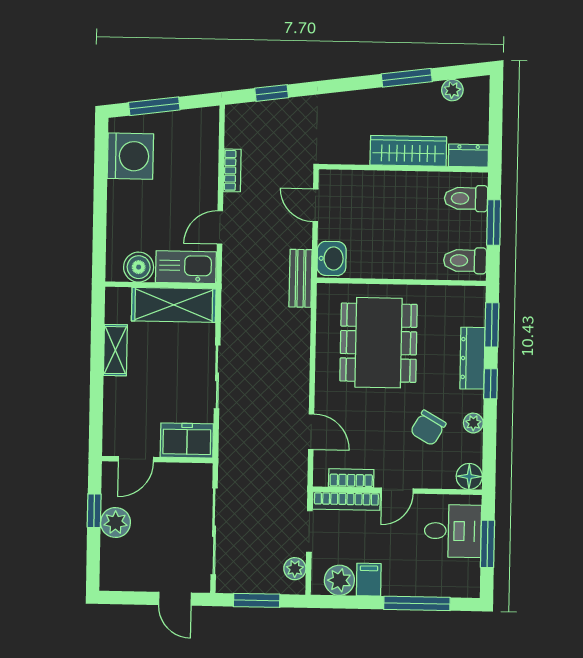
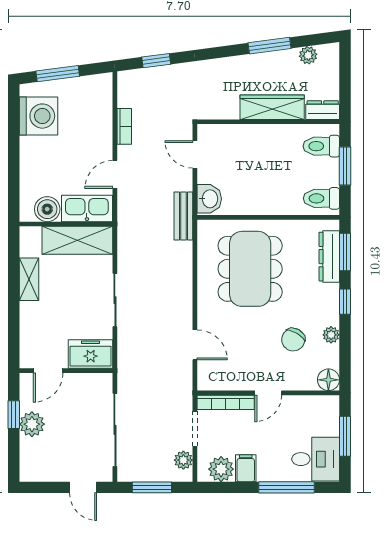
dresser: (472, 358) -> (329, 257), moved
bookcase: (351, 478) -> (229, 383), removed
desk: (453, 531) -> (316, 459), moved

